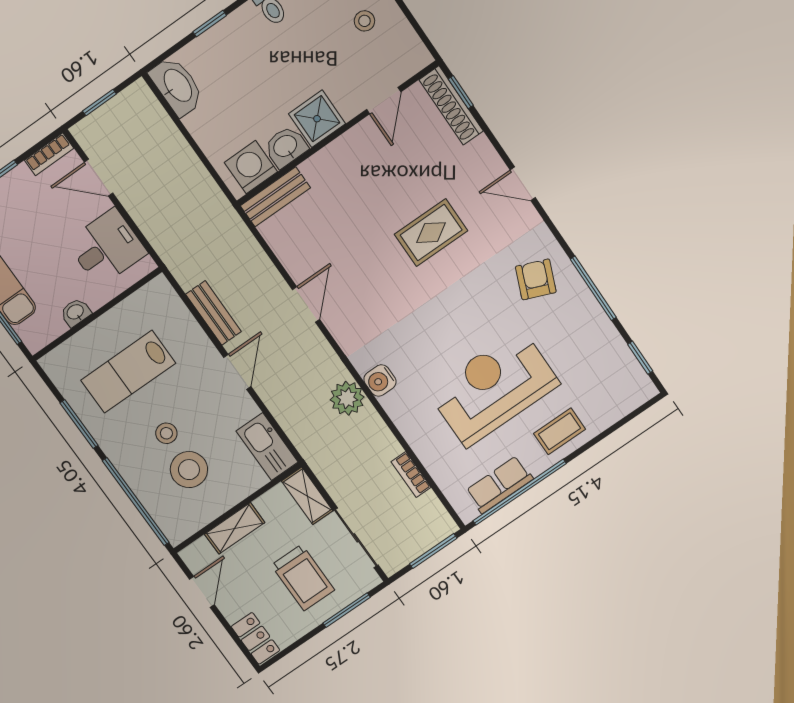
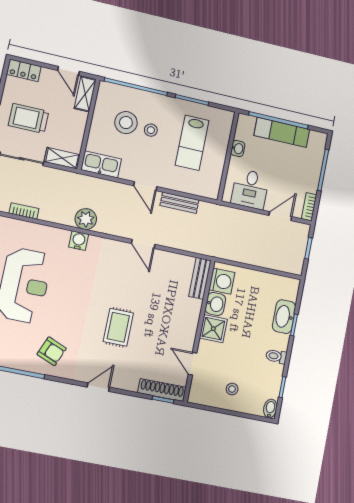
washbasin: (177, 86) -> (284, 317), moved, turned 90
lab bench: (128, 372) -> (192, 143), turned 180
shelving: (235, 528) -> (85, 94), moved

